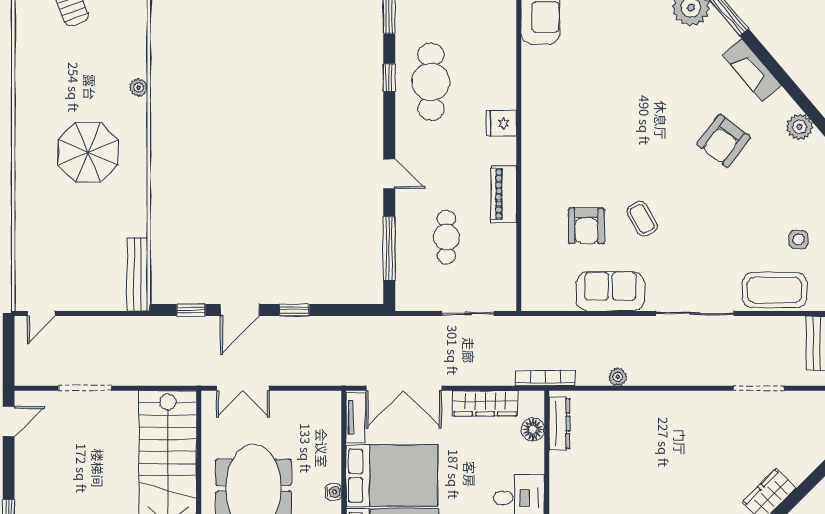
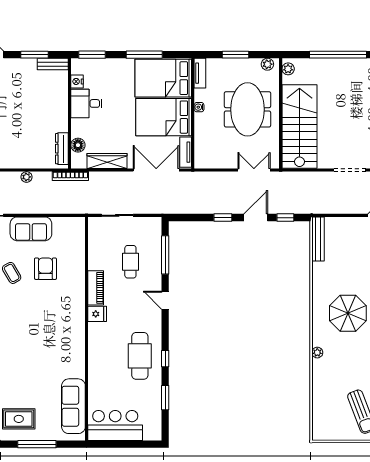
fridge: (501, 123) -> (97, 314), moved

